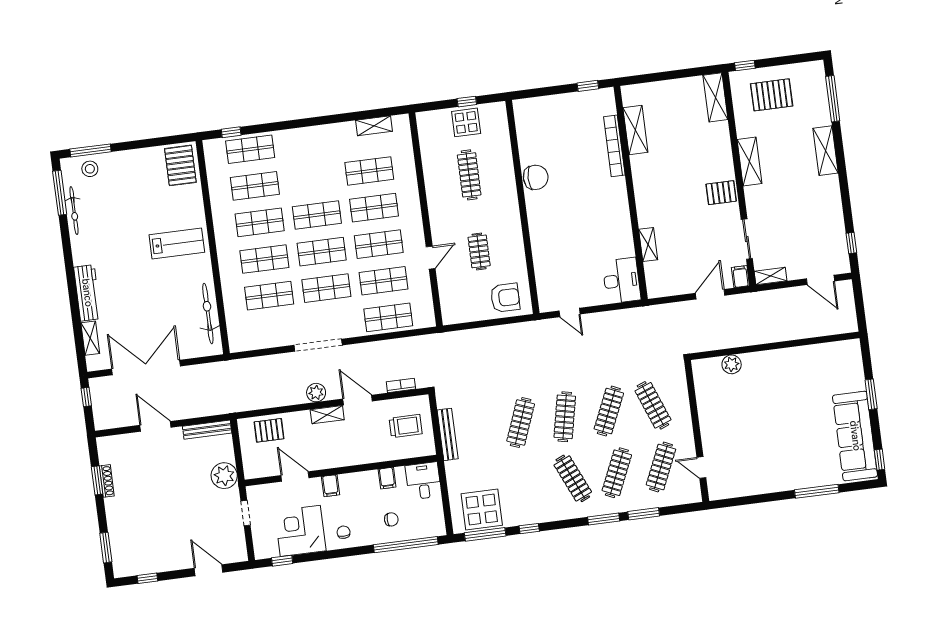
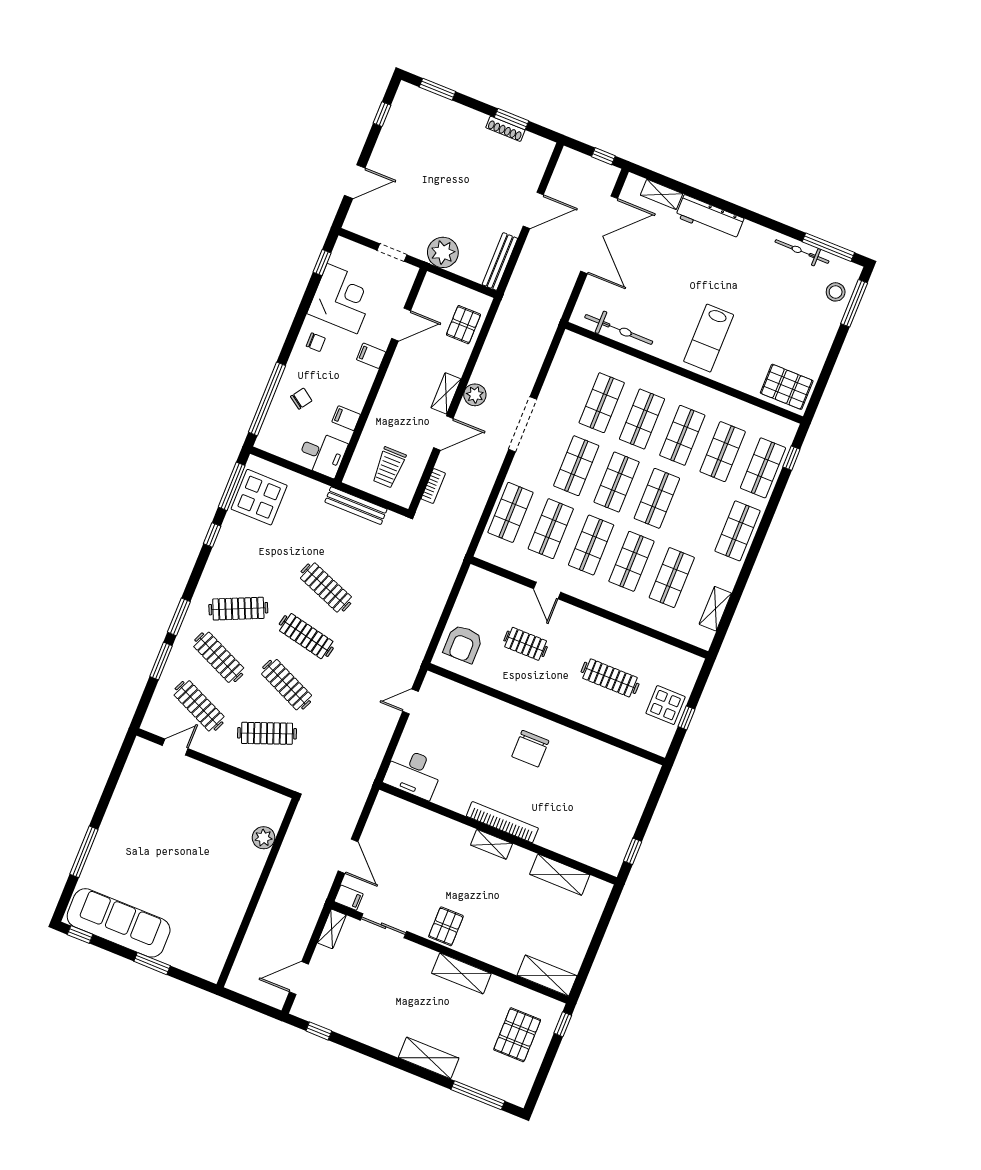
shop shelf: (307, 142) -> (738, 531), added
bookcase: (614, 146) -> (502, 822), moved
chair: (536, 177) -> (530, 749), moved
shelving: (648, 245) -> (492, 844), moved
chair: (391, 519) -> (301, 399), turned -145

